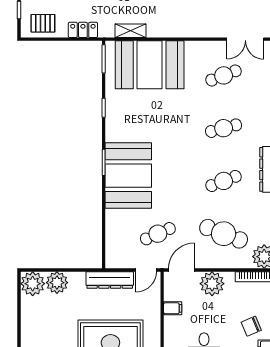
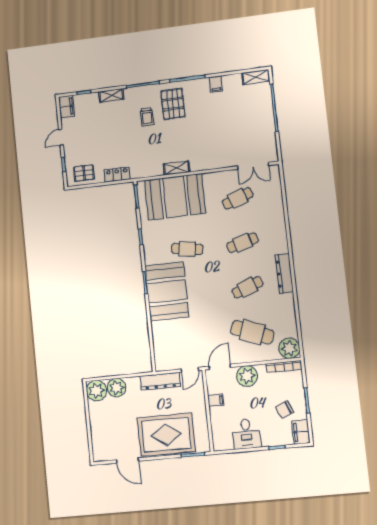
shelving: (131, 31) -> (176, 168), moved
cafe table: (158, 234) -> (187, 249), moved, turned 33

